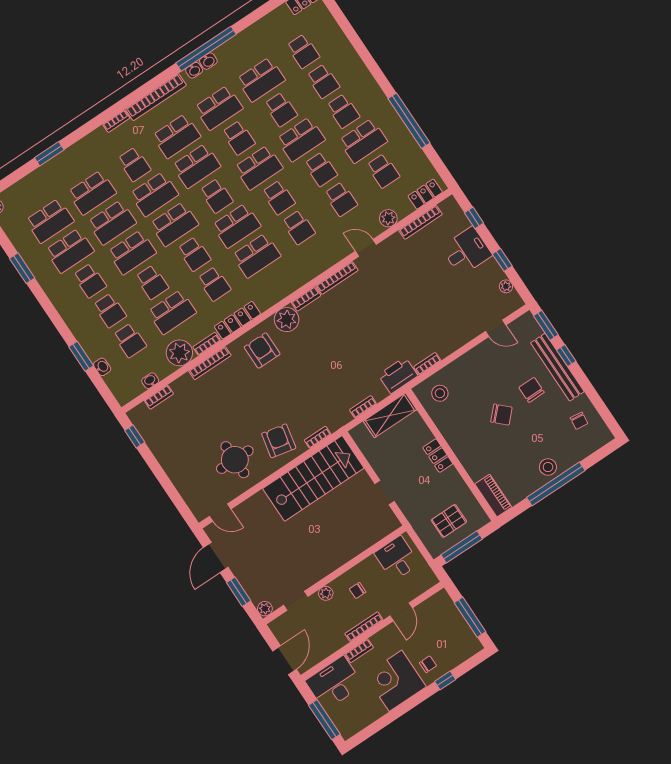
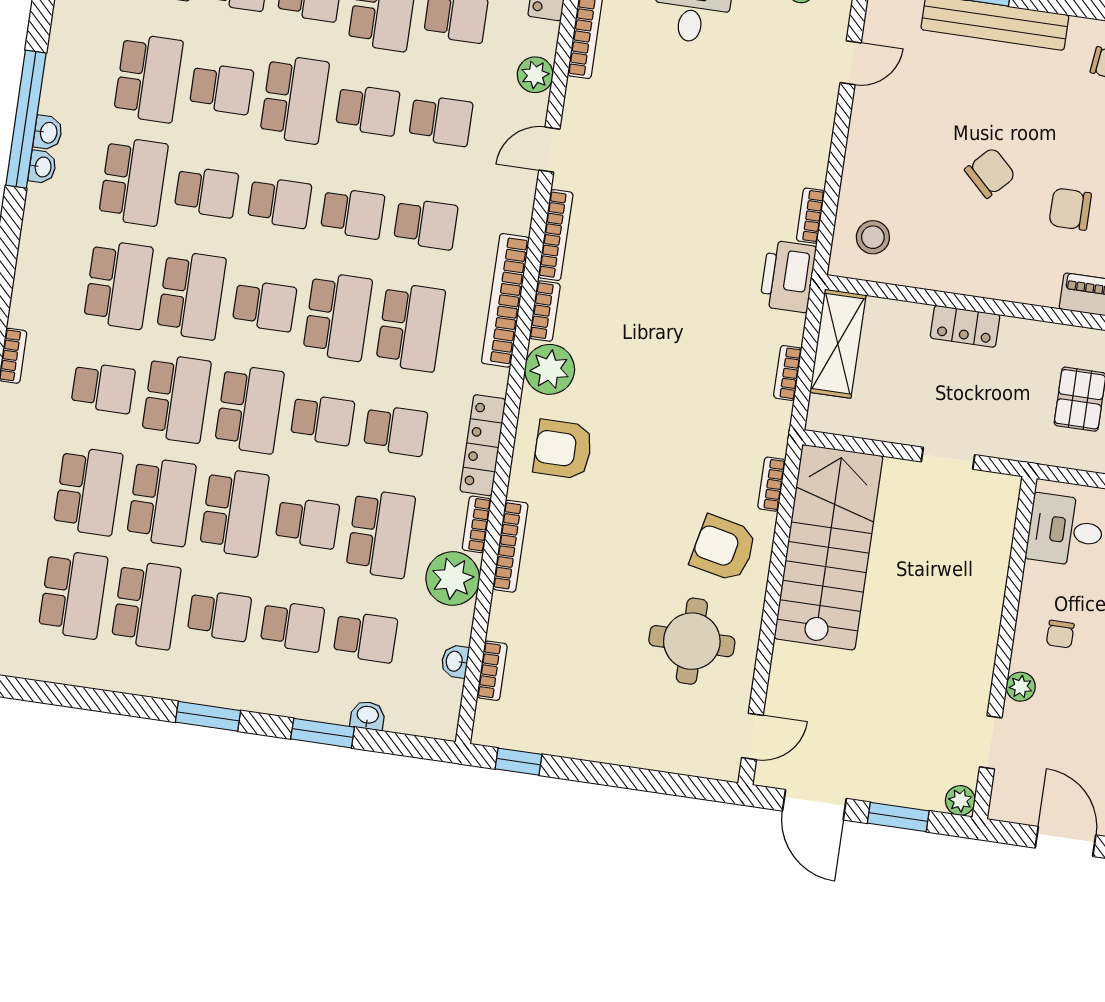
bookcase: (156, 97) -> (505, 300), moved, turned 180
school desk: (259, 168) -> (280, 203), width x0.54
window: (22, 268) -> (208, 716), moved
chair: (532, 390) -> (1070, 209), moved

